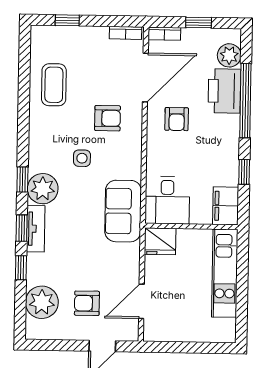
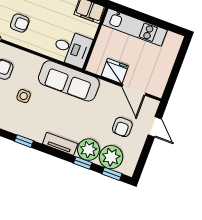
plant: (43, 189) -> (88, 150), moved
sofa: (123, 211) -> (69, 81), width x1.36
window: (22, 228) -> (112, 174), moved
fridge: (160, 241) -> (115, 71), moved, turned -90

